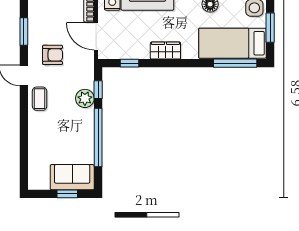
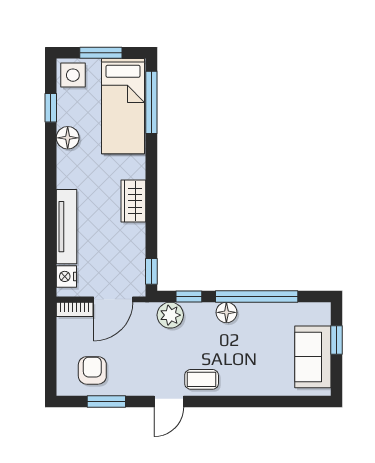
armchair: (53, 55) -> (92, 370), moved
window: (130, 63) -> (151, 271), moved
plant: (85, 98) -> (170, 315), moved
floor lamp: (87, 116) -> (226, 312), added
sofa: (72, 177) -> (313, 357), moved

